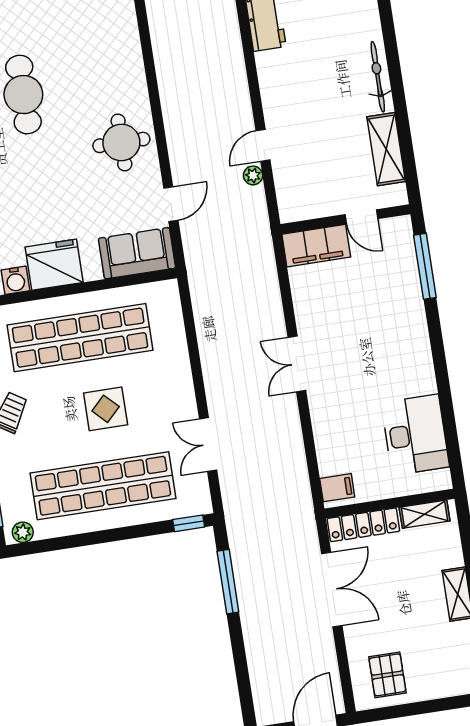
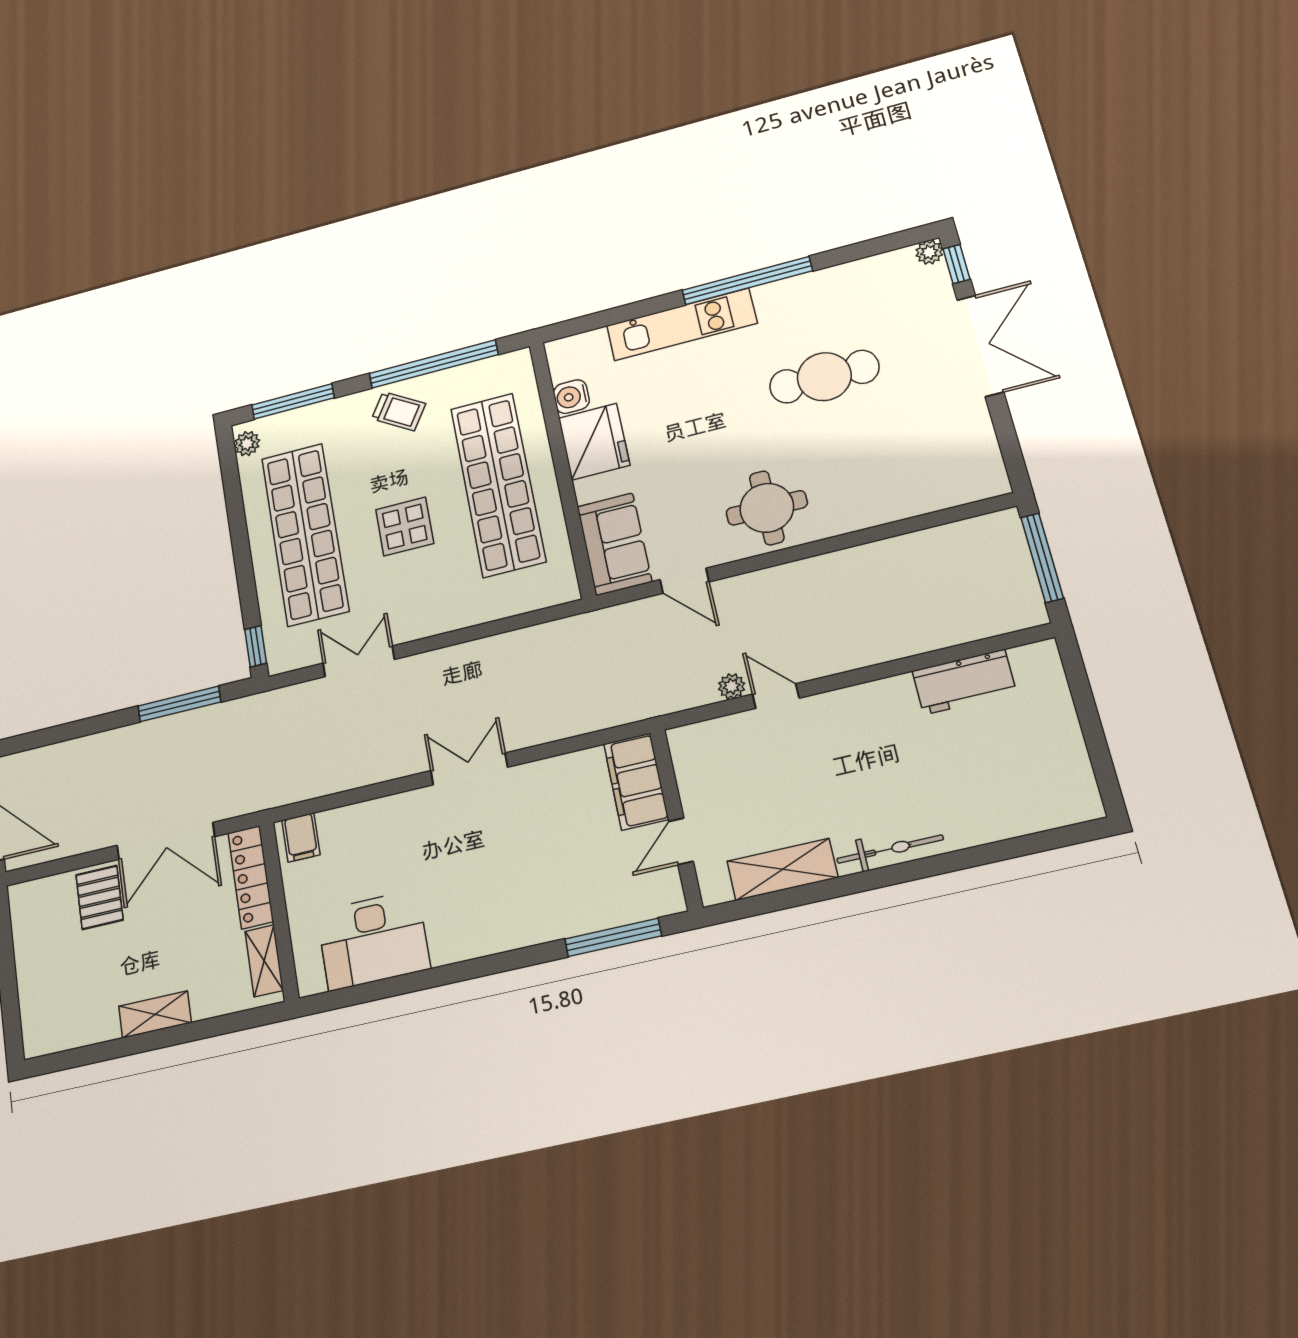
pallet: (387, 675) -> (99, 897), moved, turned 90

